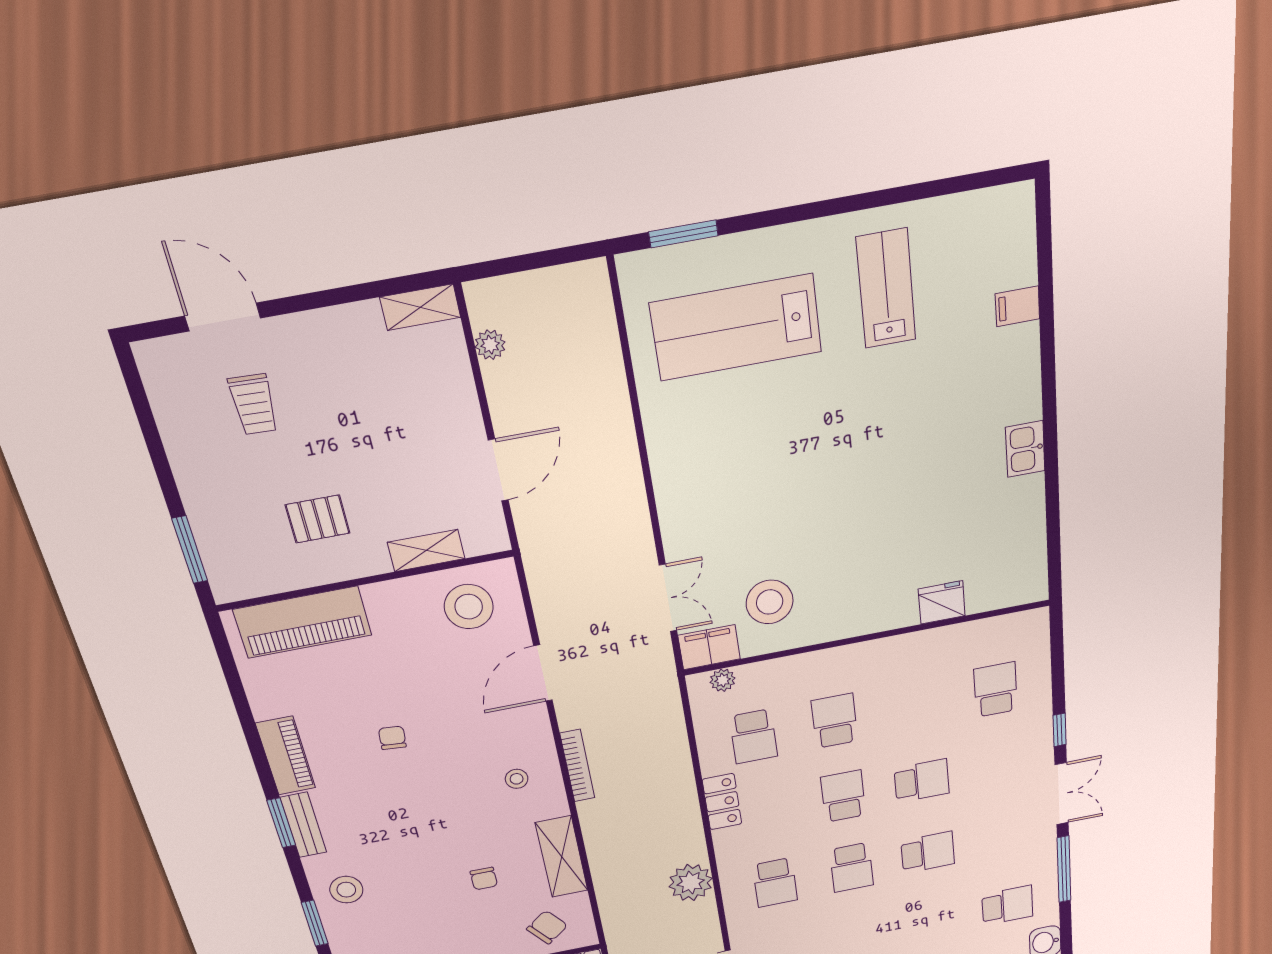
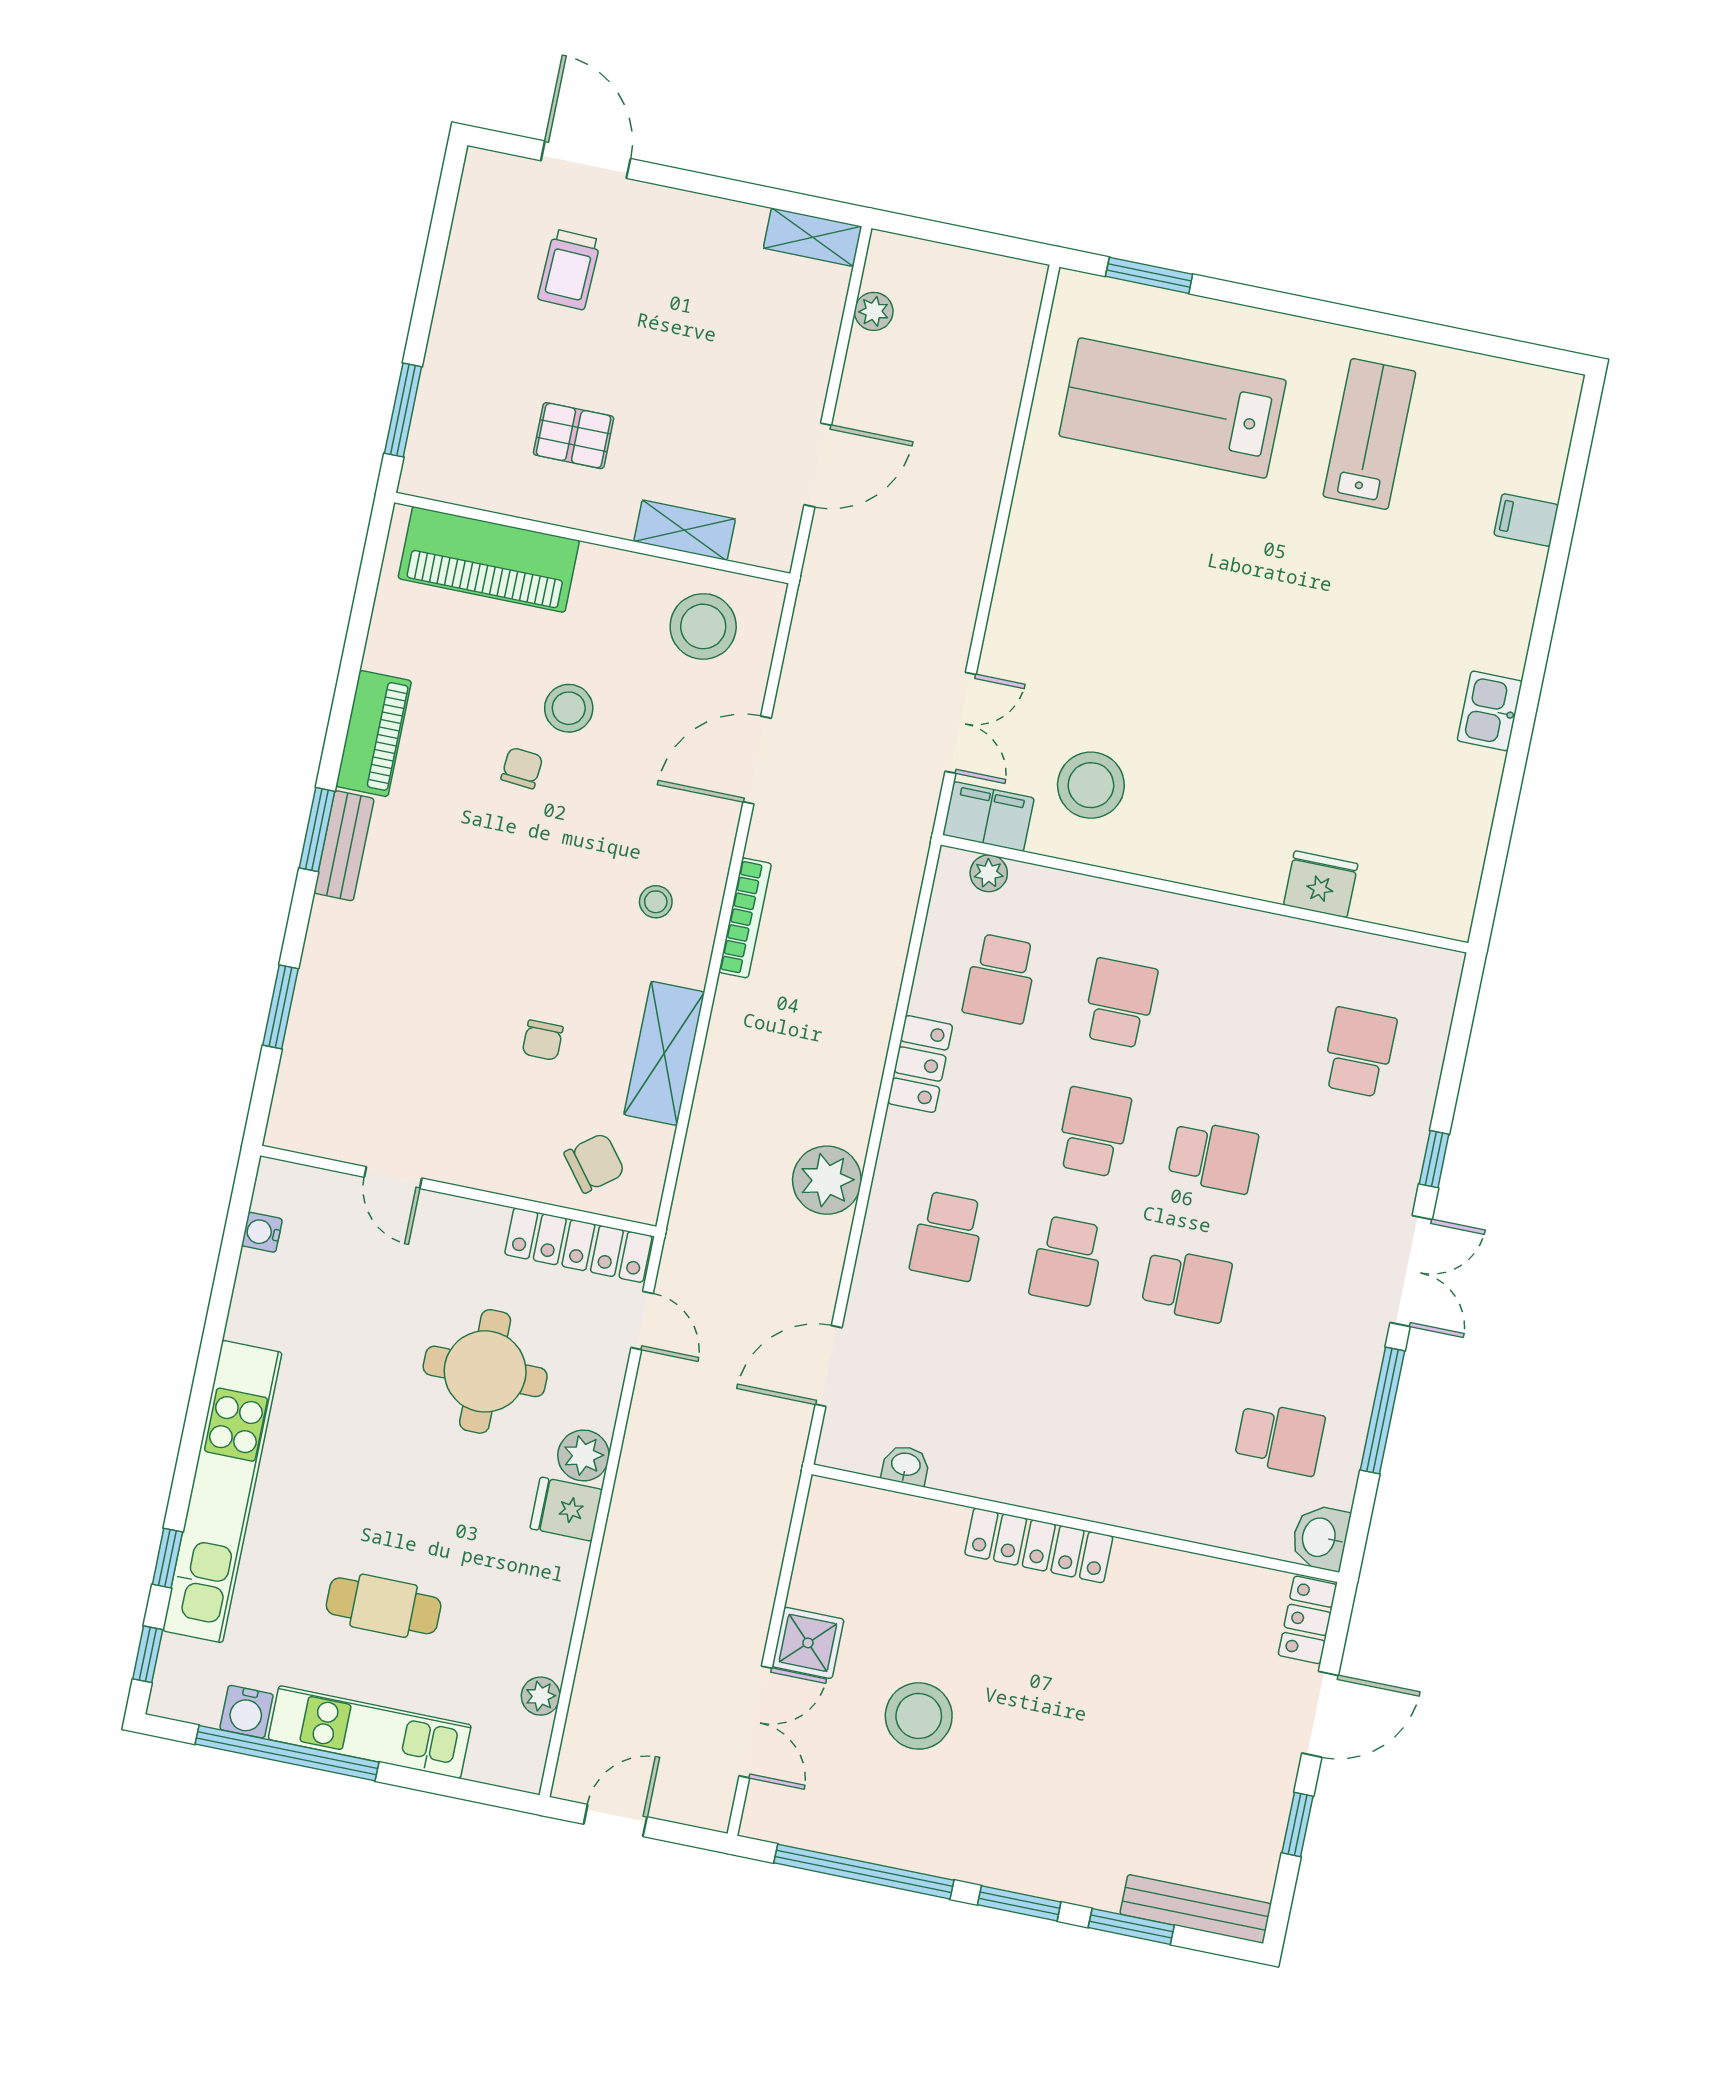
stool: (346, 890) -> (569, 708), moved

